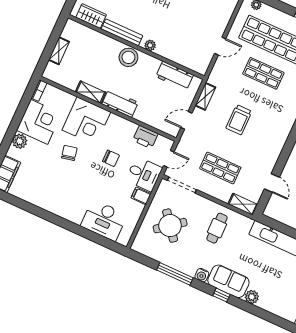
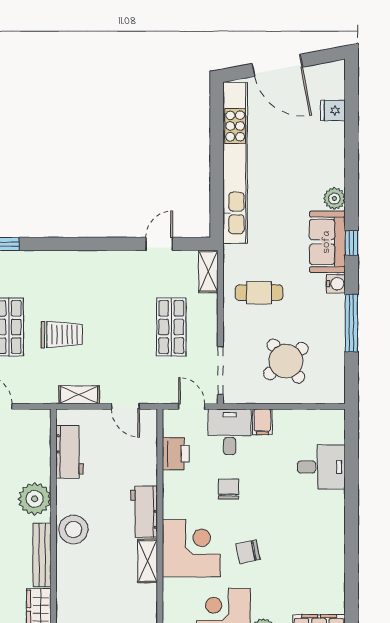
plant: (150, 45) -> (35, 499), width x1.87, depth x1.87
trolley: (239, 120) -> (62, 335), moved
desk: (104, 220) -> (321, 467), width x0.73

